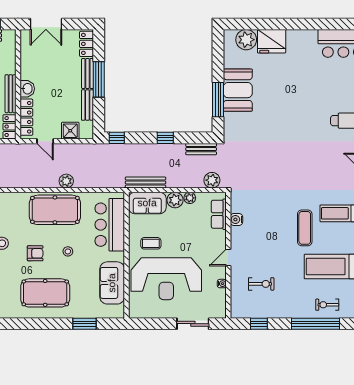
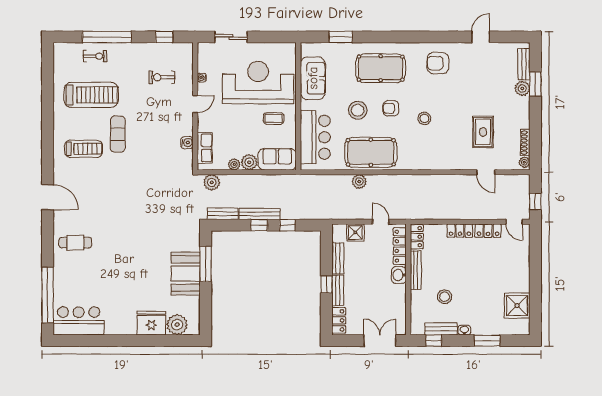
window: (99, 79) -> (326, 284), width x0.46
window: (117, 138) -> (287, 225), moved
bench: (146, 182) -> (260, 214), moved
stool: (68, 251) -> (358, 110), width x1.89, depth x1.89

